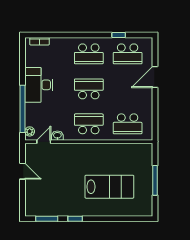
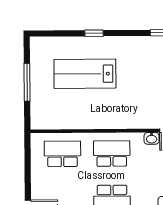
school desk: (89, 124) -> (112, 153), turned 180
window: (75, 219) -> (94, 33), moved

